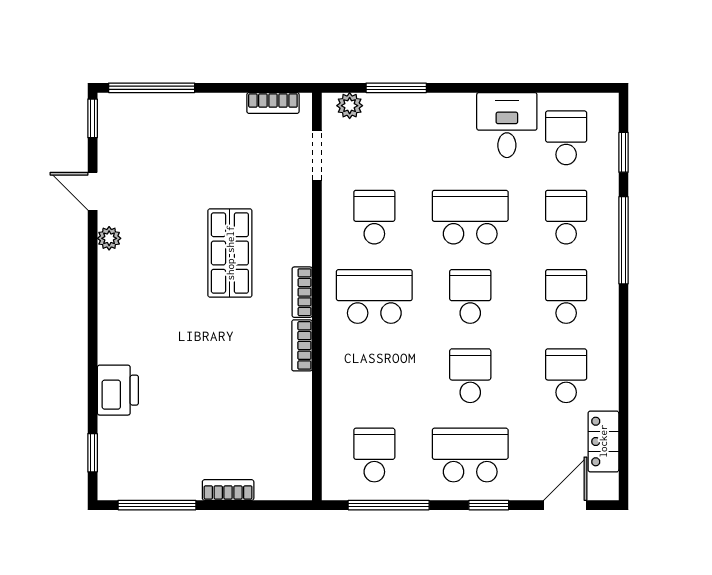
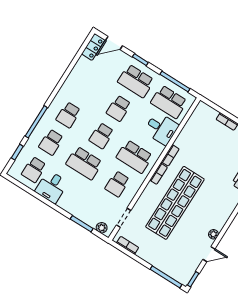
door: (93, 191) -> (209, 254), hinge flipped
shop shelf: (230, 253) -> (175, 203), width x2.00, depth x1.36
school desk: (566, 376) -> (86, 87), removed
desk: (355, 390) -> (161, 129), added
locker: (603, 441) -> (93, 47), moved
school desk: (374, 455) -> (169, 102), width x1.85

